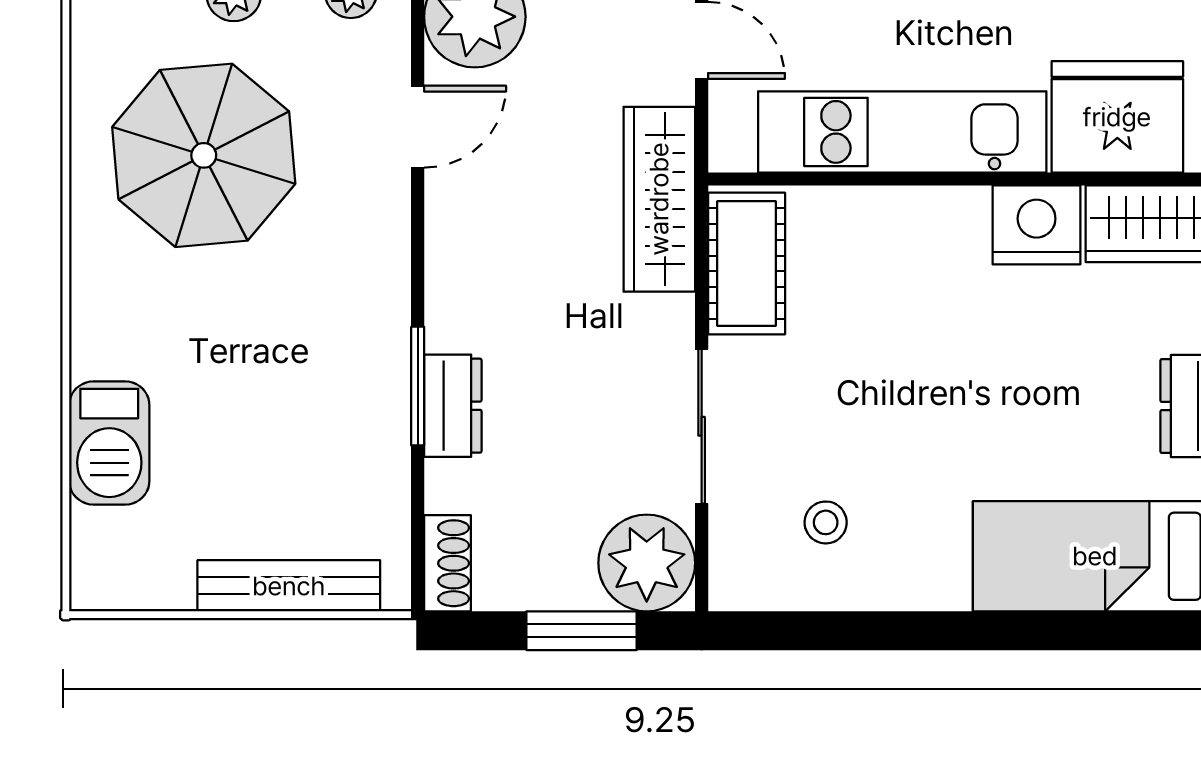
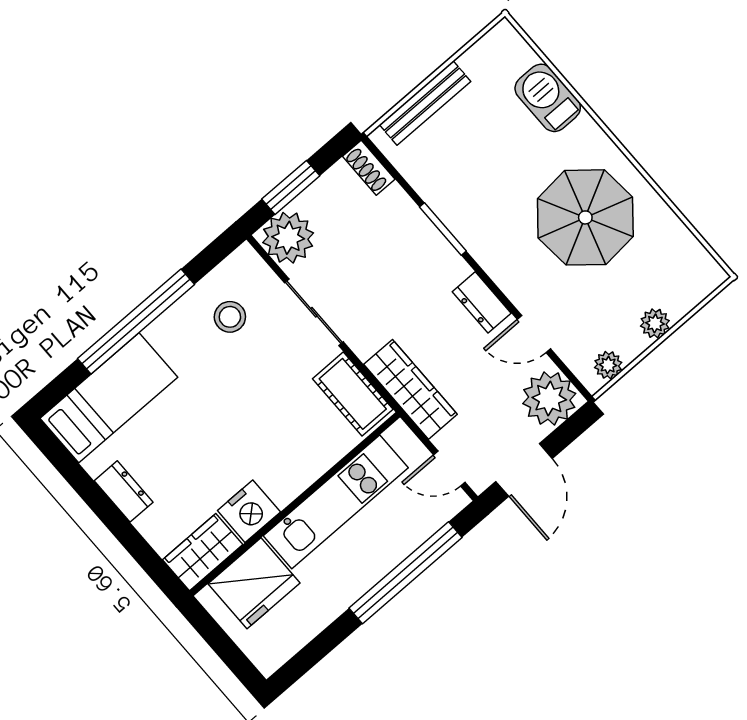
door: (418, 127) -> (534, 334), hinge flipped
parasol: (204, 155) -> (585, 217), moved
dresser: (453, 406) -> (482, 302), moved
stool: (826, 522) -> (230, 317), width x1.37, depth x1.37
window: (964, 631) -> (136, 322), added

